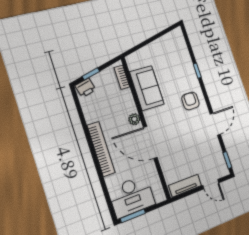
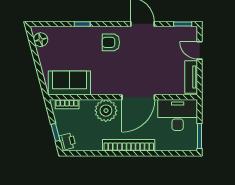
floor lamp: (172, 38) -> (41, 40), added
sofa: (147, 88) -> (69, 83), moved
plant: (134, 119) -> (106, 111), width x1.88, depth x1.88
door: (211, 184) -> (200, 50), swing flipped
desk: (132, 196) -> (178, 115), moved, turned -90

